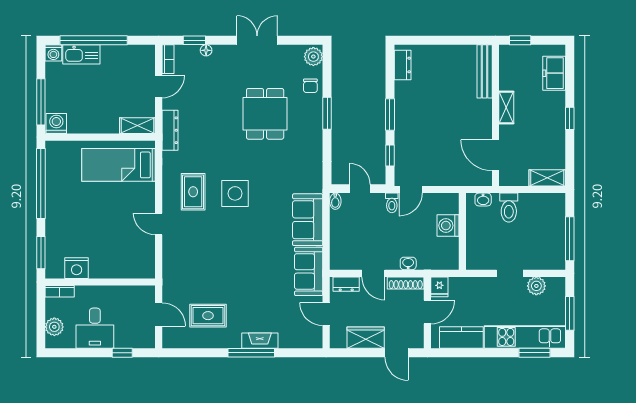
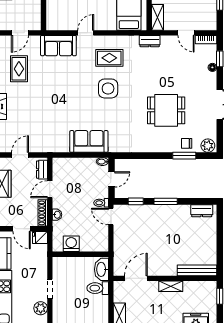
window: (327, 113) -> (184, 156), moved
dresser: (170, 130) -> (150, 41), width x0.70
washbasin: (483, 200) -> (102, 269), width x1.91, depth x1.45
washing machine: (448, 226) -> (71, 244), moved
sofa: (309, 271) -> (58, 46), moved, turned 180

